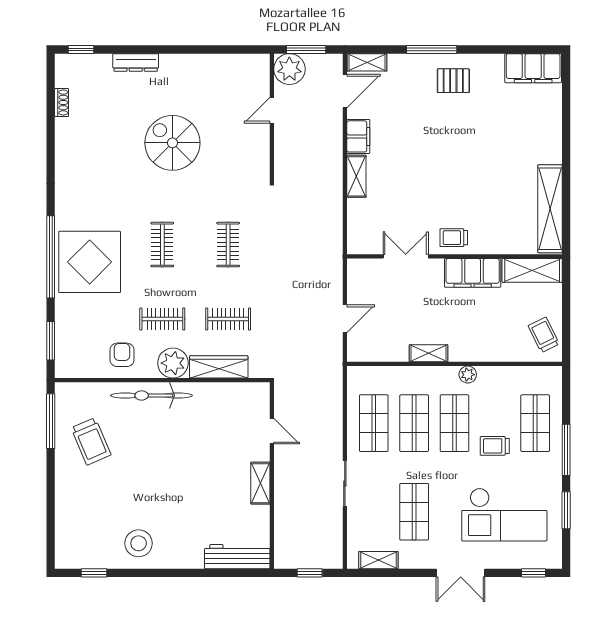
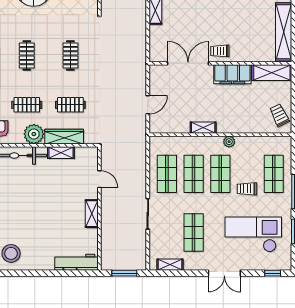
double door: (406, 256) -> (188, 63), width x1.37
shelving: (214, 391) -> (61, 153), added
checkout: (504, 515) -> (253, 234), turned 180
window: (310, 573) -> (124, 273), width x1.50

